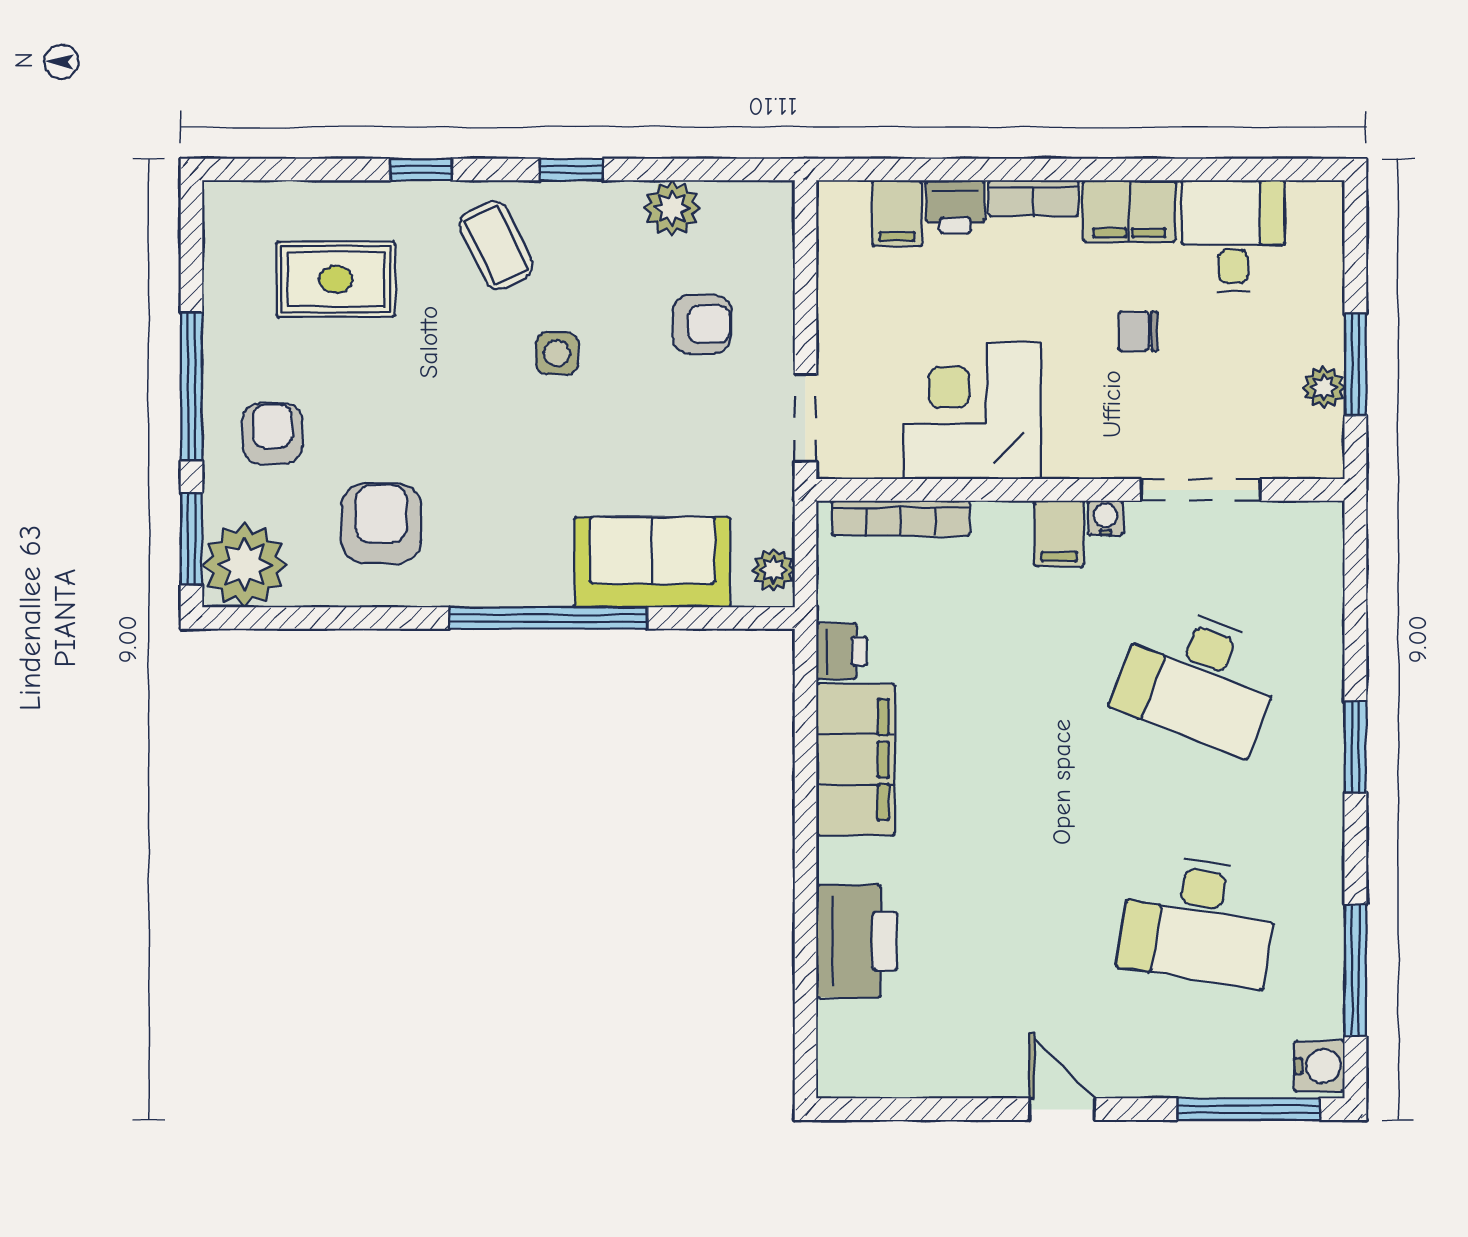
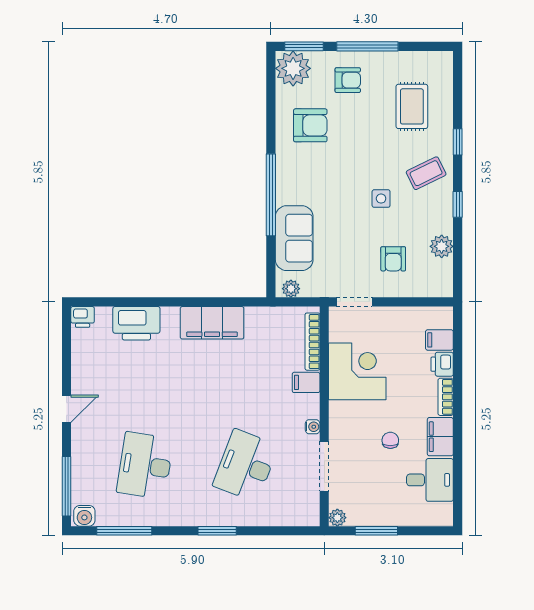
plant: (1324, 387) -> (337, 518), moved
filing cabinet: (1059, 534) -> (306, 382), moved
printer: (842, 651) -> (83, 317), moved

